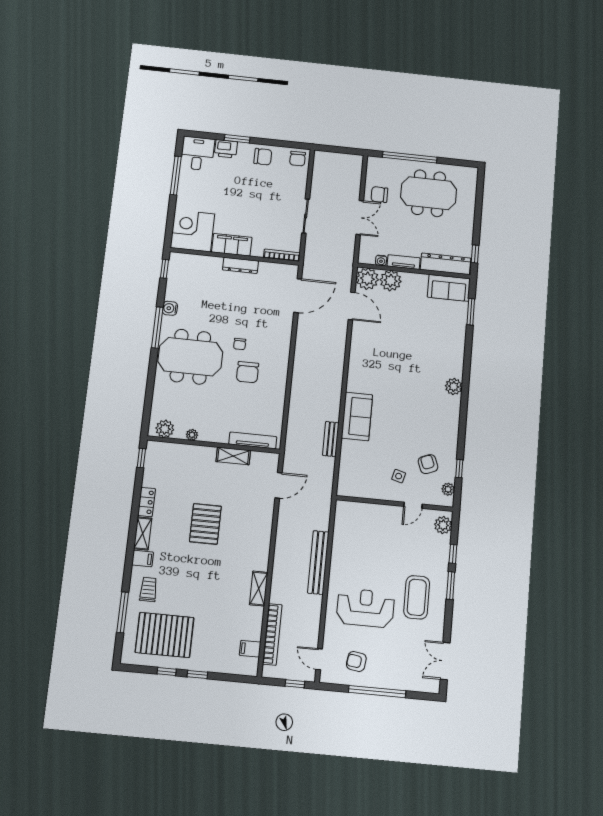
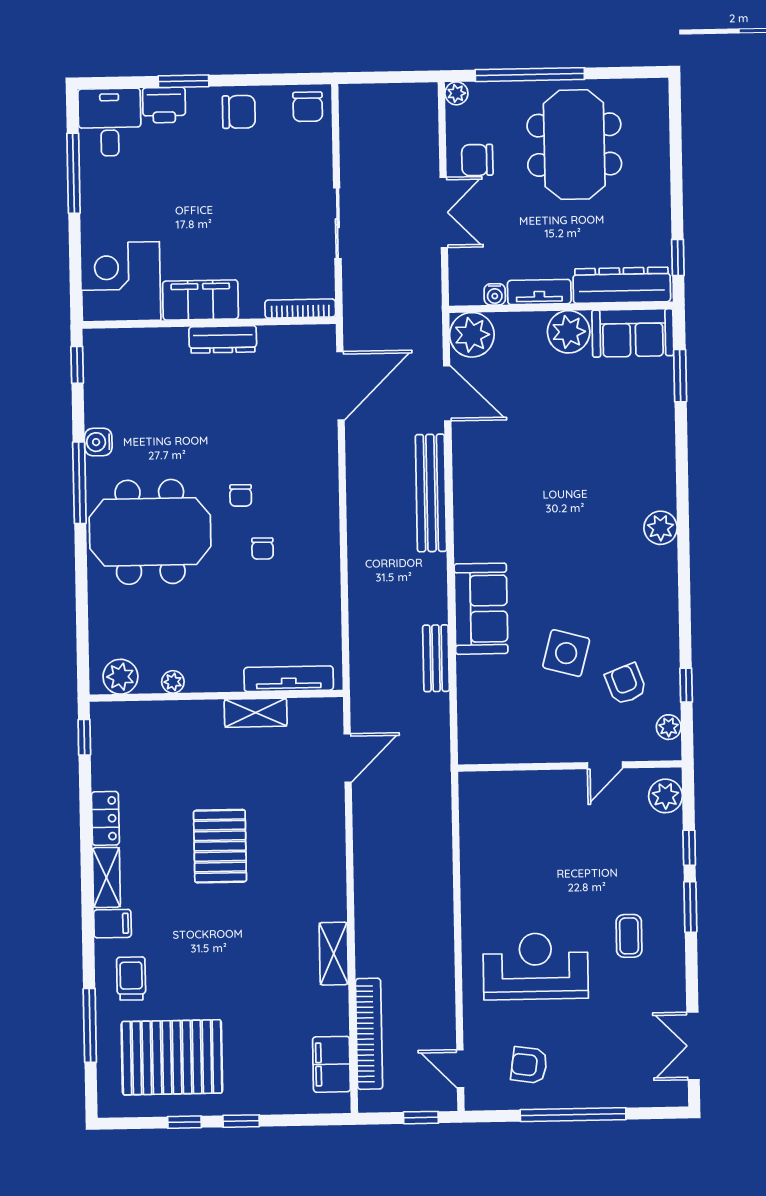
plant: (372, 162) -> (456, 93), added
meeting table: (429, 193) -> (574, 145), turned 90
plant: (391, 281) -> (569, 332), moved
chair: (248, 372) -> (263, 549), width x0.54, depth x0.54
side table: (399, 476) -> (566, 653), moved, width x1.87, depth x1.87
bench: (318, 562) -> (431, 493), moved
coffee table: (417, 597) -> (629, 936), width x0.54, depth x0.58
filing cabinet: (250, 649) -> (331, 1064), width x2.00

